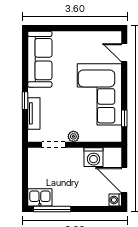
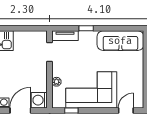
tv unit: (34, 113) -> (65, 36), moved
plant: (73, 136) -> (56, 82), moved
washing machine: (94, 157) -> (39, 100), moved

